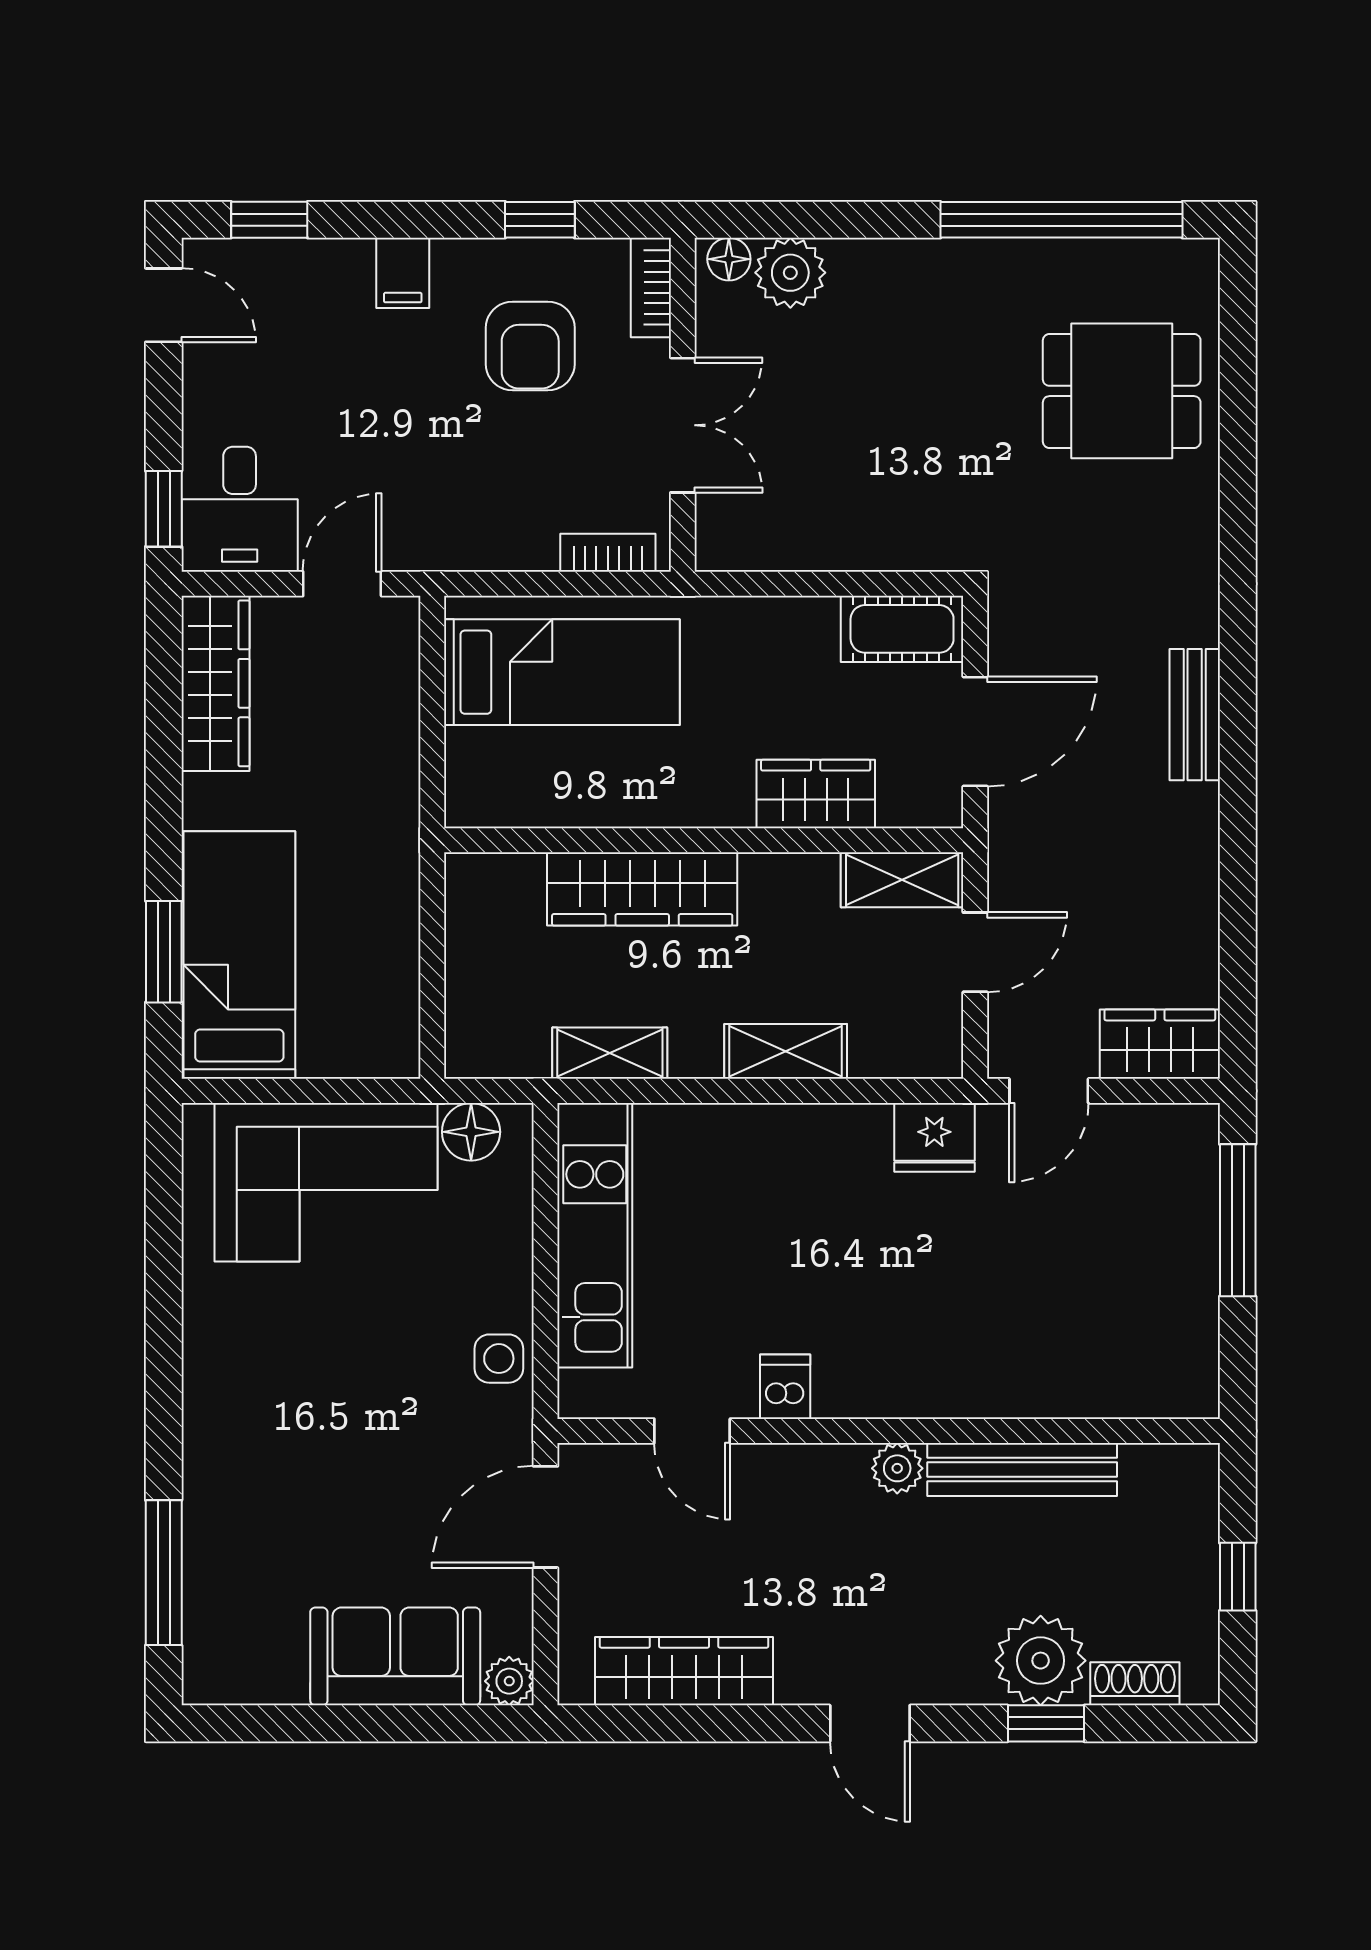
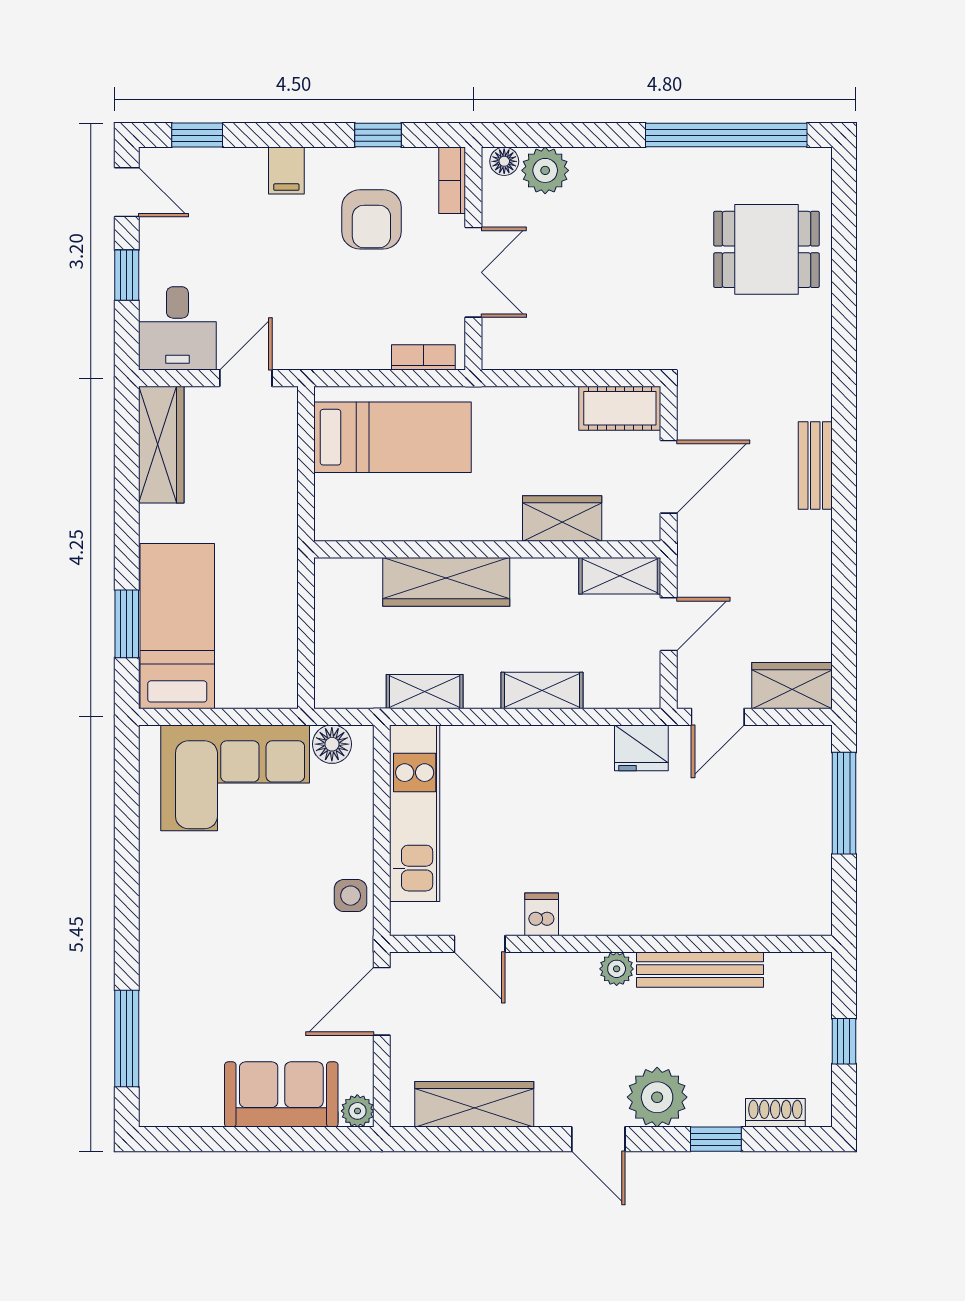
window: (164, 509) -> (127, 275), moved
plant: (1041, 1661) -> (657, 1097), moved

